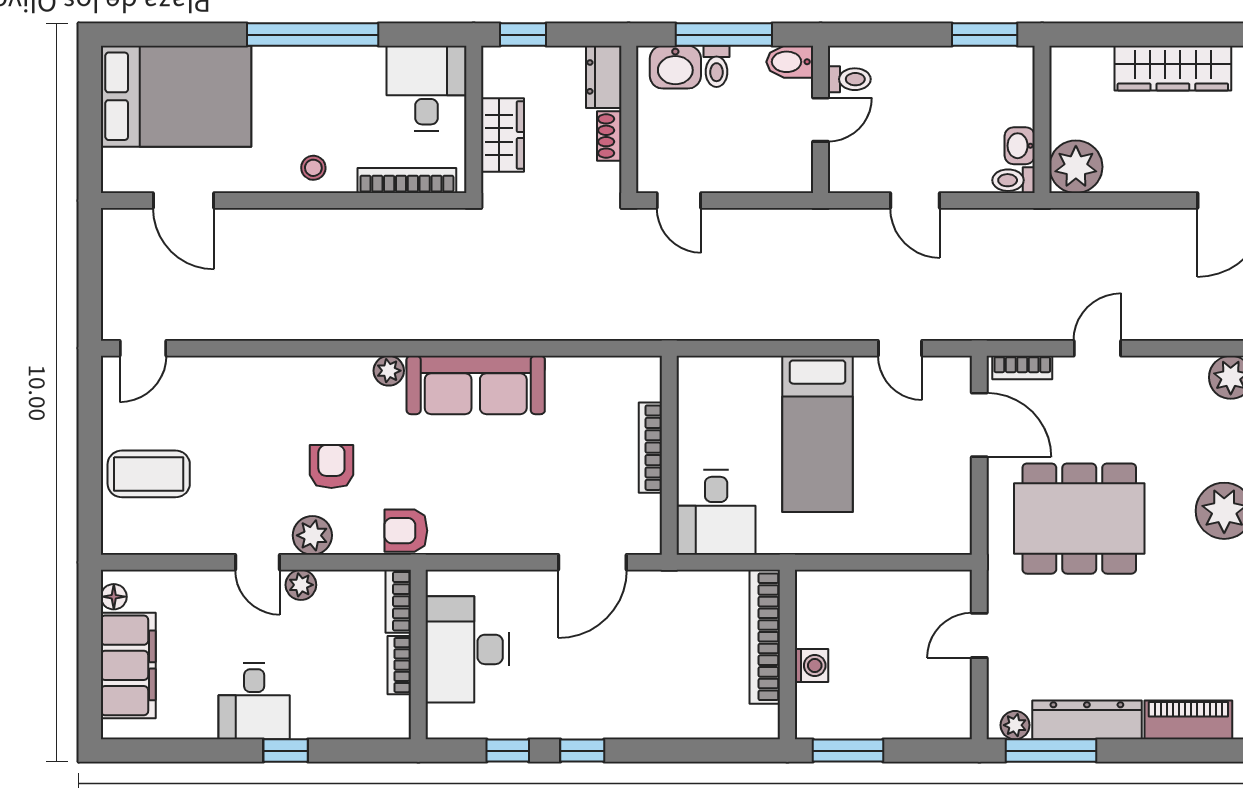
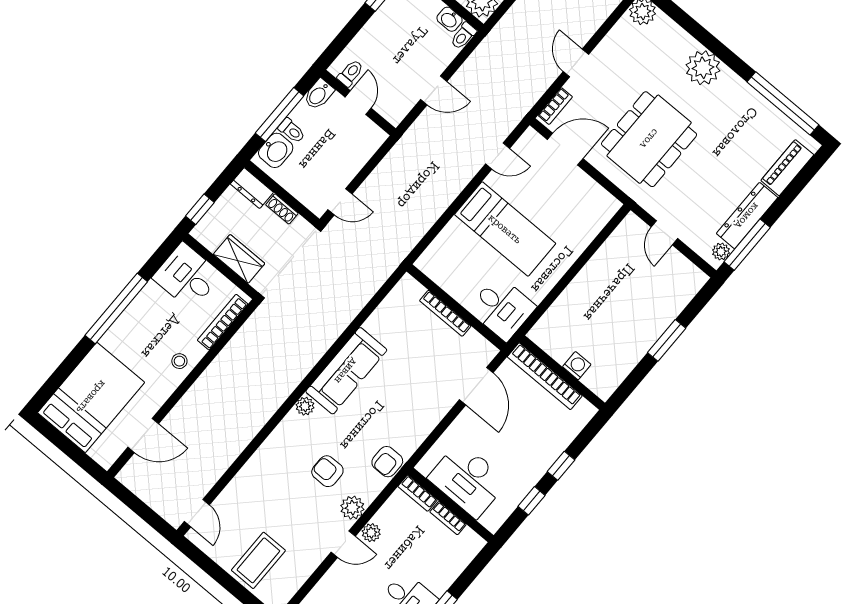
bookcase: (765, 637) -> (545, 376), moved
wall: (787, 655) -> (562, 373), moved
washing machine: (811, 665) -> (577, 366), moved

